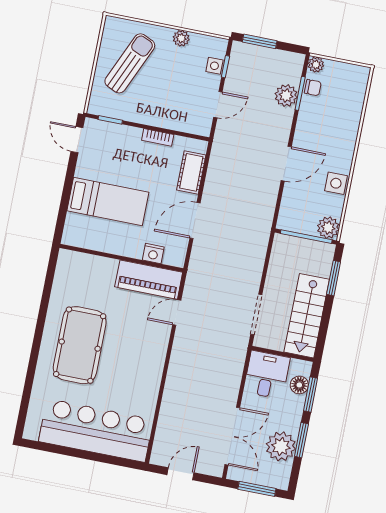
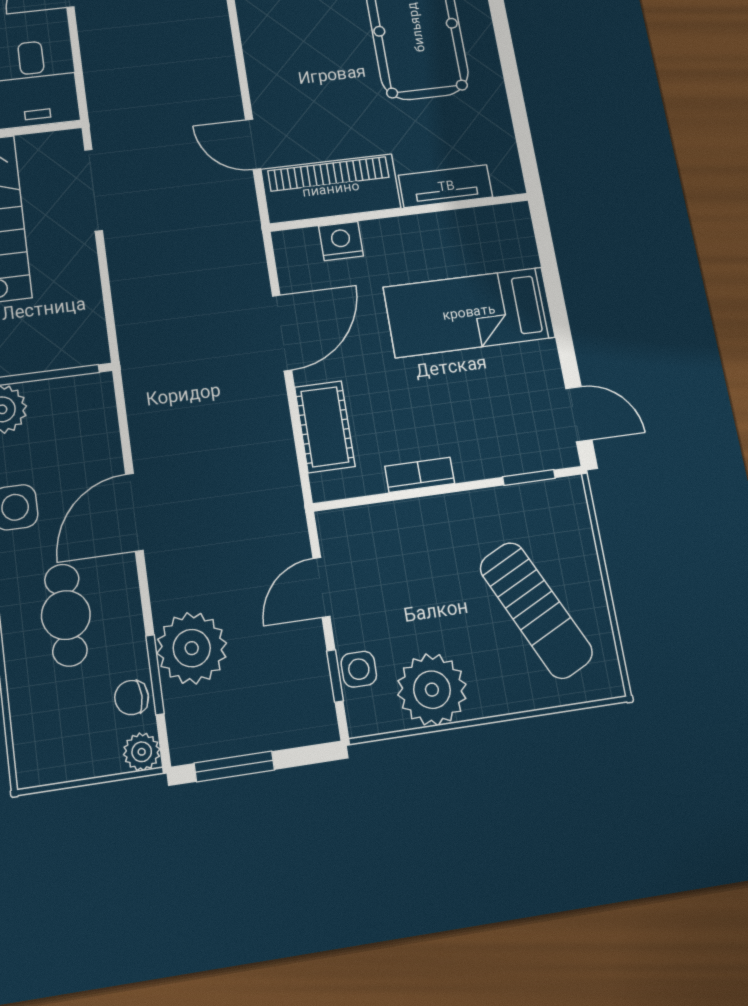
plant: (181, 38) -> (432, 690), width x1.88, depth x1.88
window: (260, 41) -> (234, 766), moved
sun lounger: (130, 63) -> (536, 610), turned -50
plant: (286, 96) -> (192, 648), width x1.36, depth x1.36
cafe table: (329, 131) -> (66, 615), added
tv unit: (96, 263) -> (446, 186), added
door: (177, 312) -> (253, 144), swing flipped

